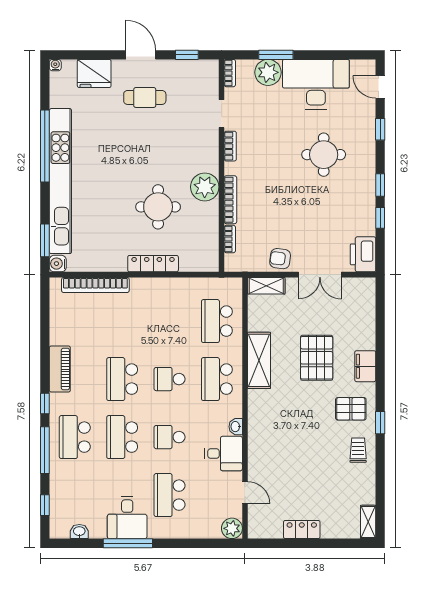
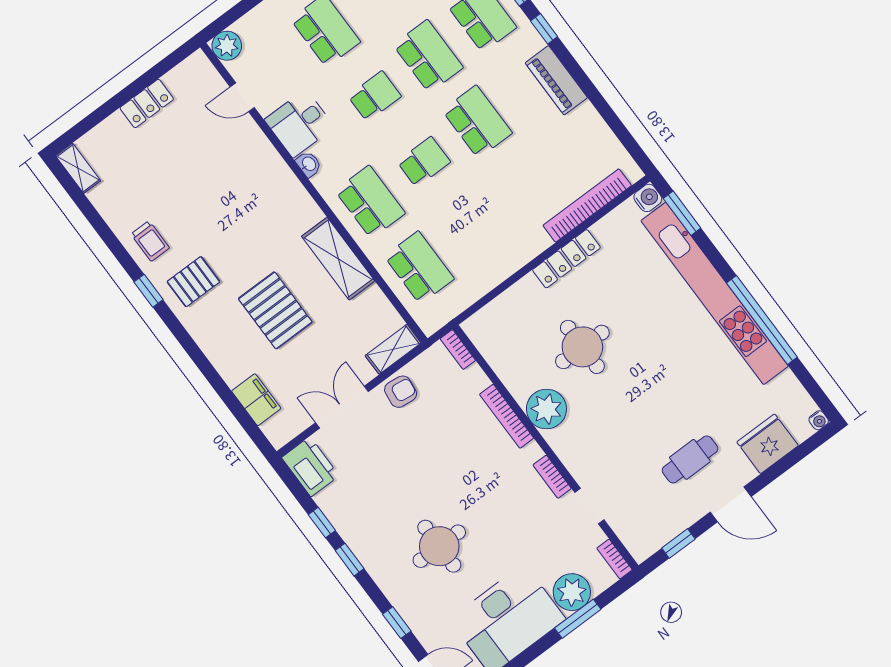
bookcase: (230, 239) -> (458, 350), moved
locker: (153, 264) -> (566, 259), moved
filing cabinet: (365, 366) -> (256, 400), moved

